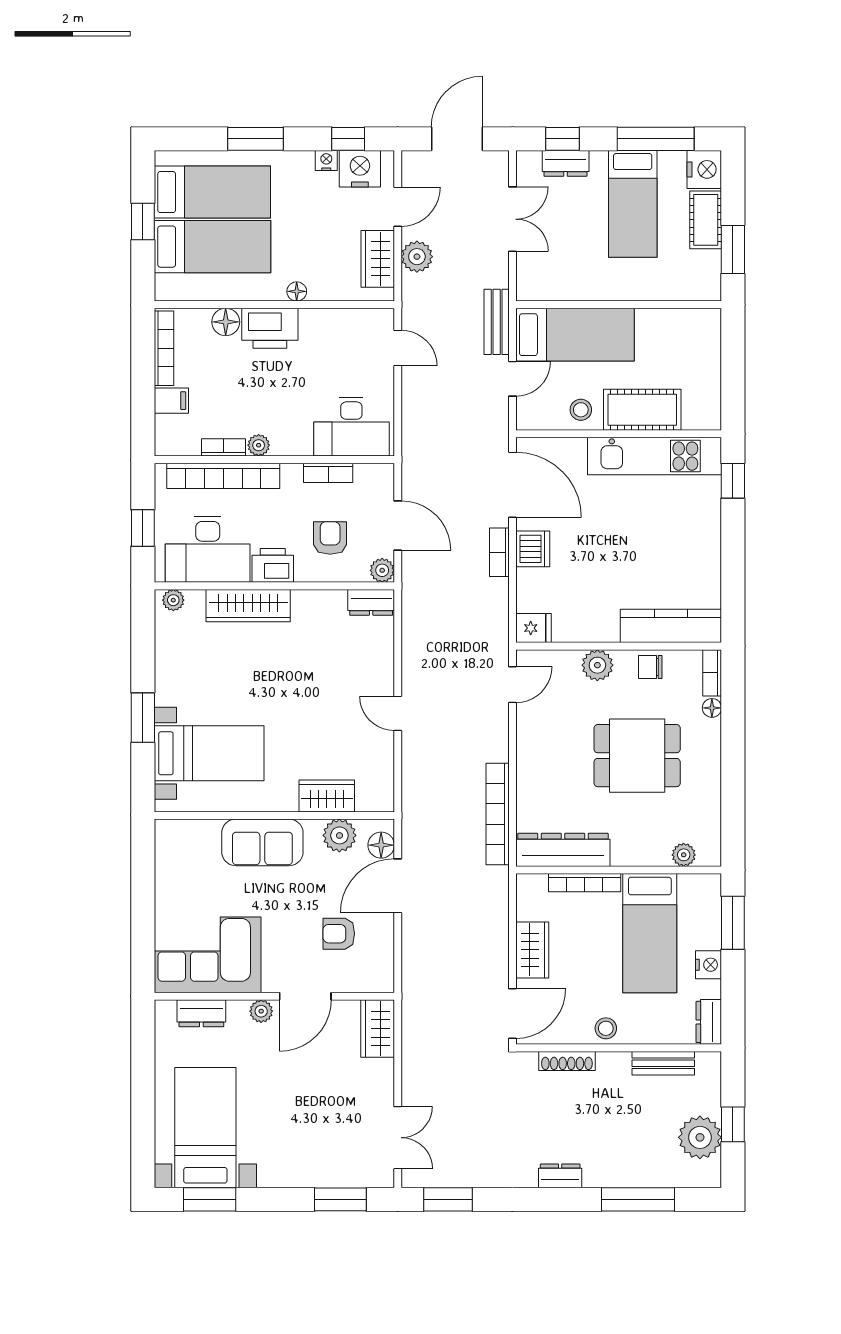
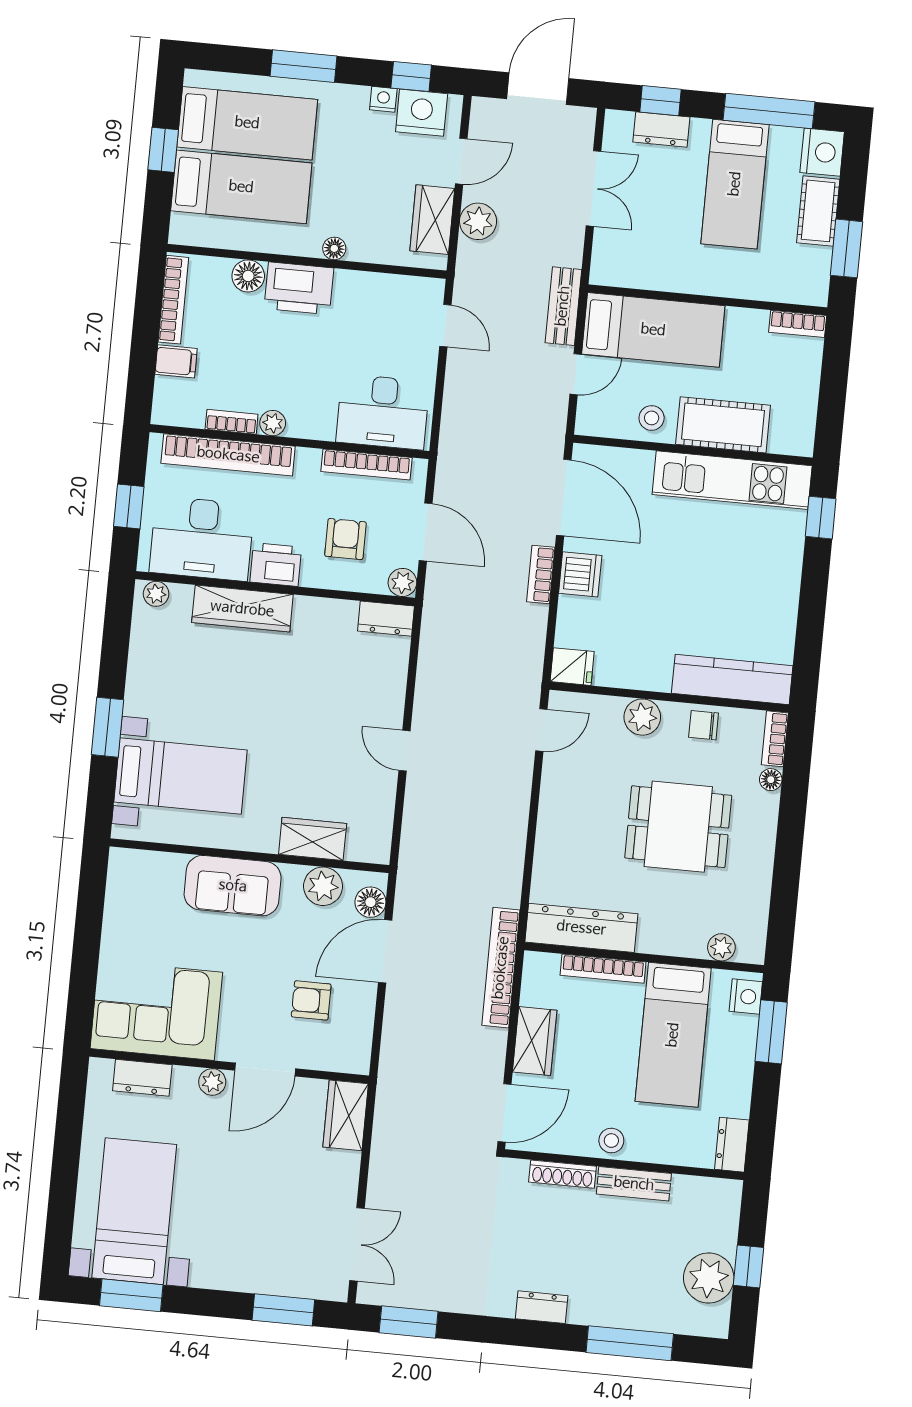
bookcase: (697, 318) -> (798, 324), added
bookcase: (328, 473) -> (366, 465), width x1.56
bookcase: (498, 814) -> (501, 968), moved
nightstand: (709, 965) -> (746, 996), moved
bench: (663, 1063) -> (634, 1184), moved

